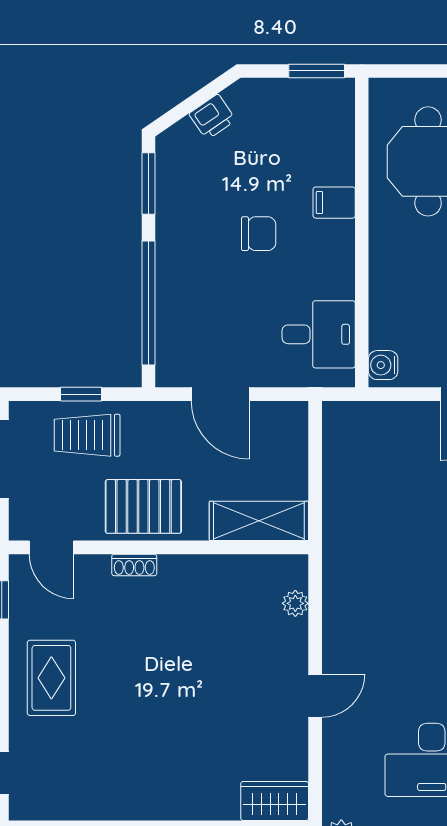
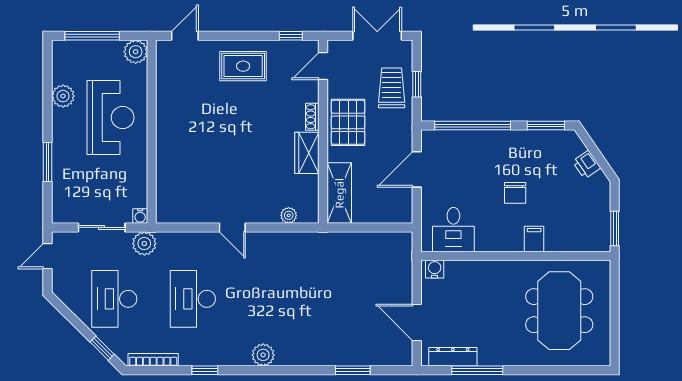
wardrobe: (275, 801) -> (307, 153), moved, turned 180

